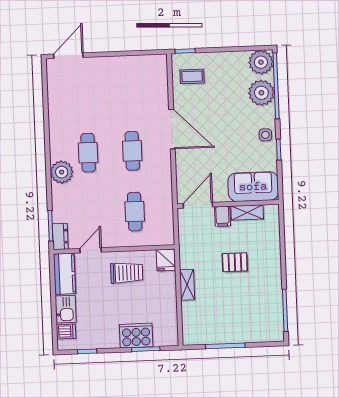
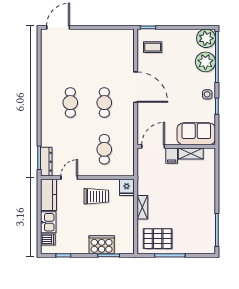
plant: (62, 172) -> (49, 117), removed
dresser: (60, 236) -> (46, 162), width x1.44
pallet: (235, 262) -> (158, 239), moved, width x1.50, depth x1.42

